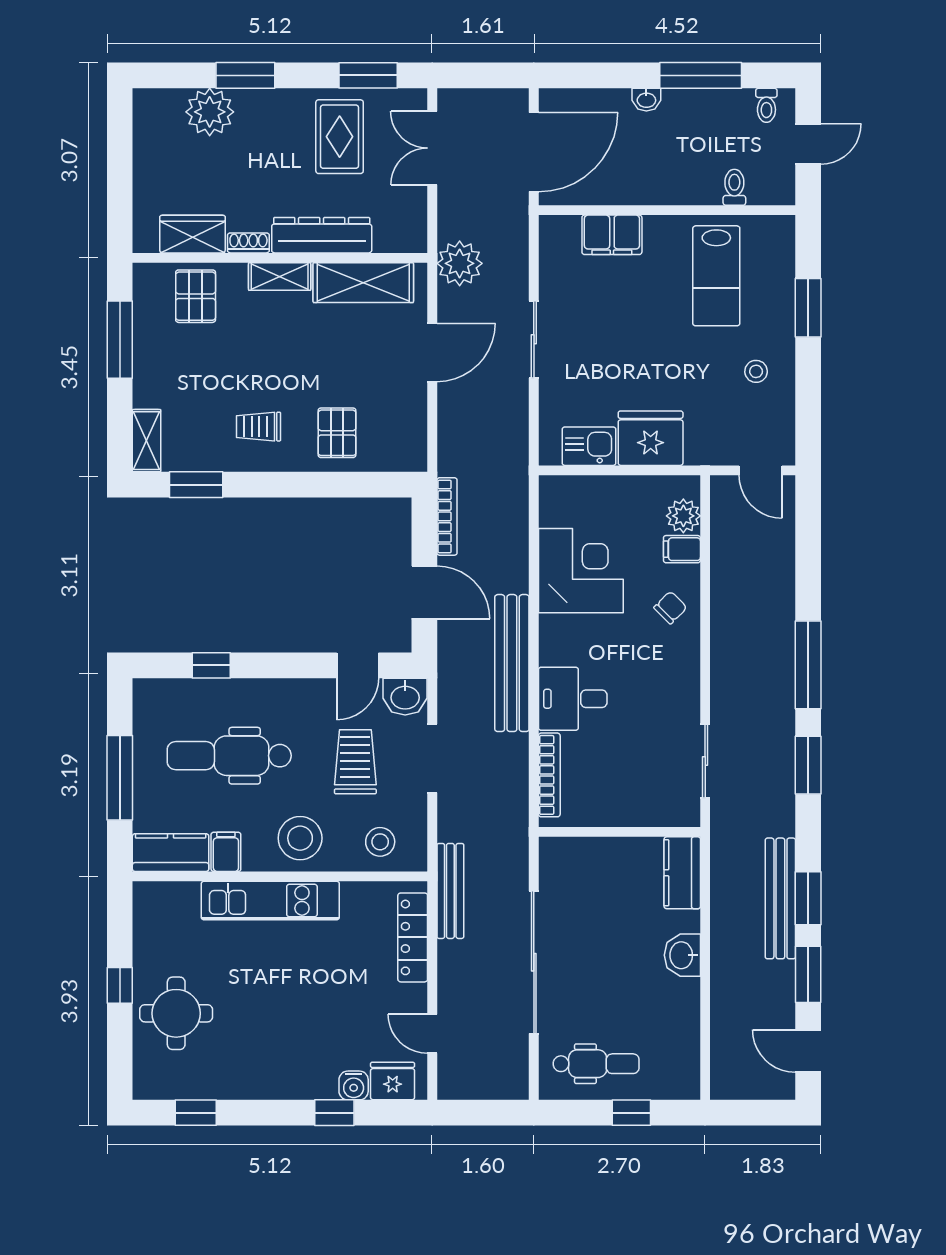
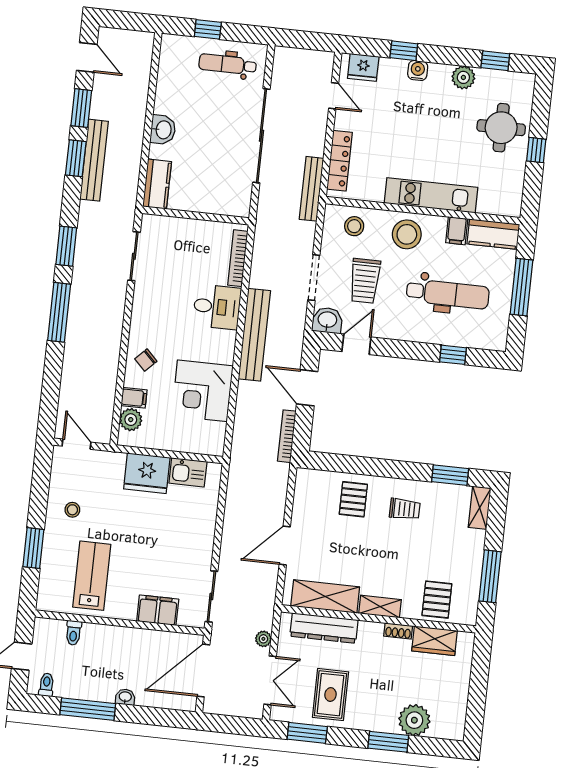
dresser: (322, 235) -> (324, 628), moved
plant: (460, 263) -> (263, 639), moved, width x0.53, depth x0.53
sliding door: (534, 339) -> (211, 596), moved
plant: (241, 1082) -> (463, 77), added
water cooler: (354, 1085) -> (418, 70), moved

